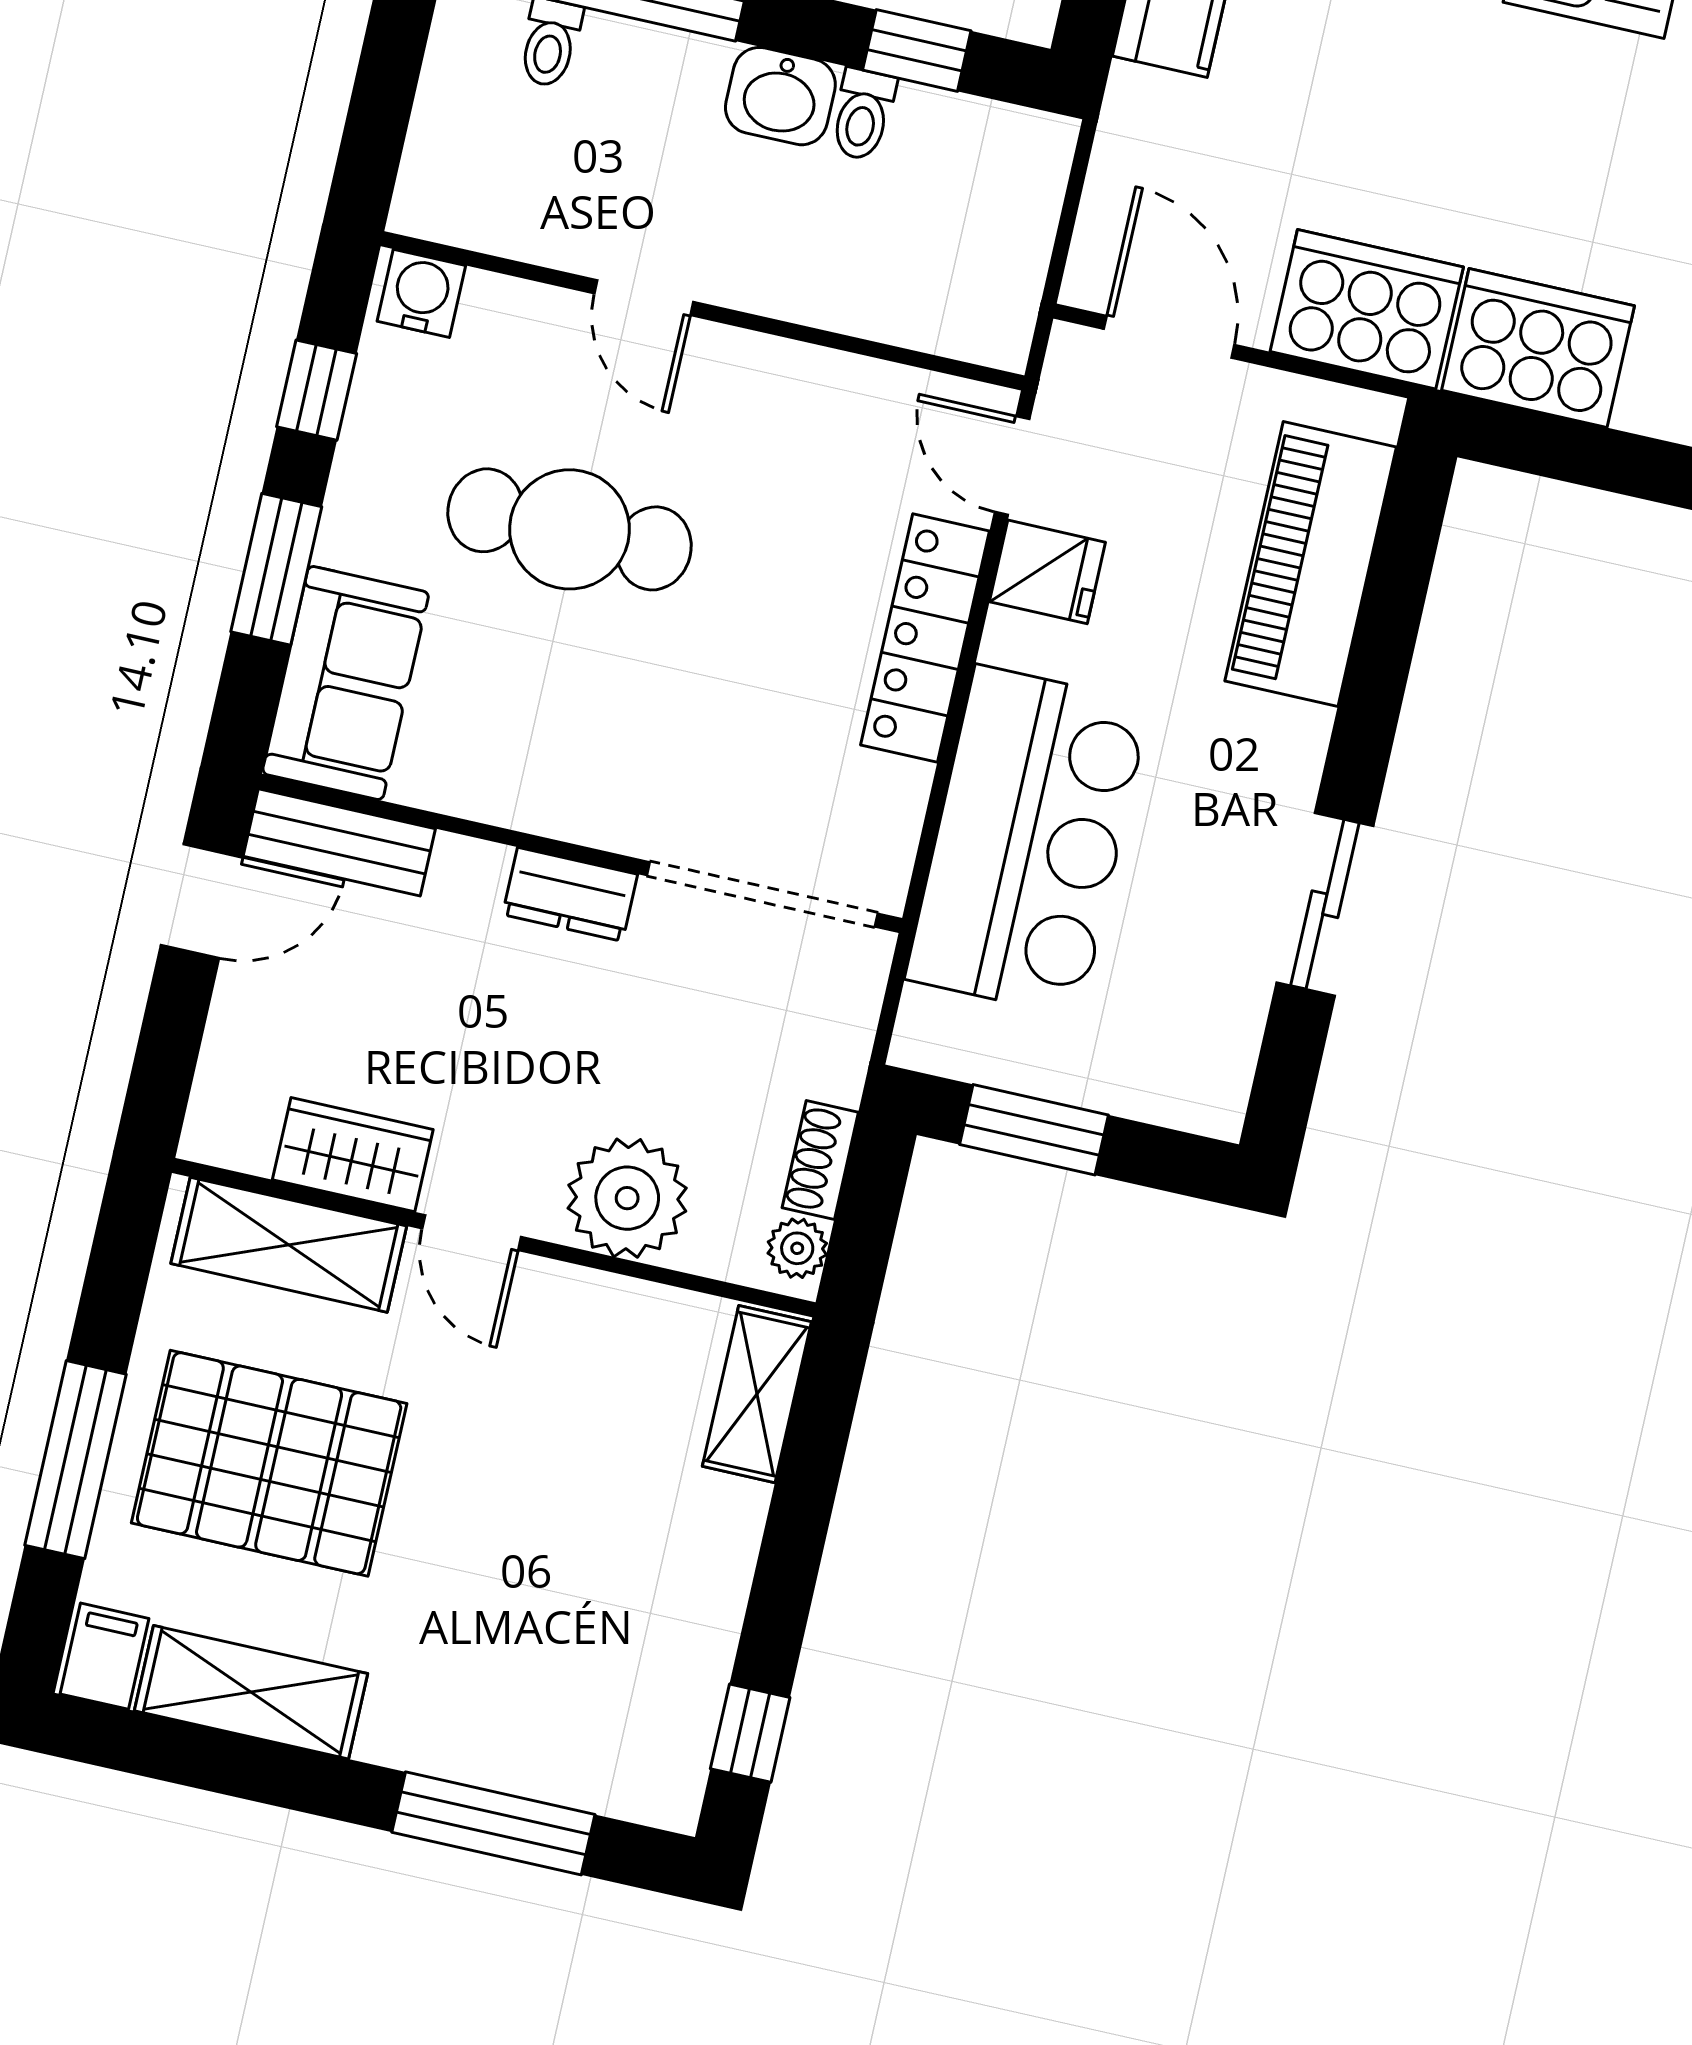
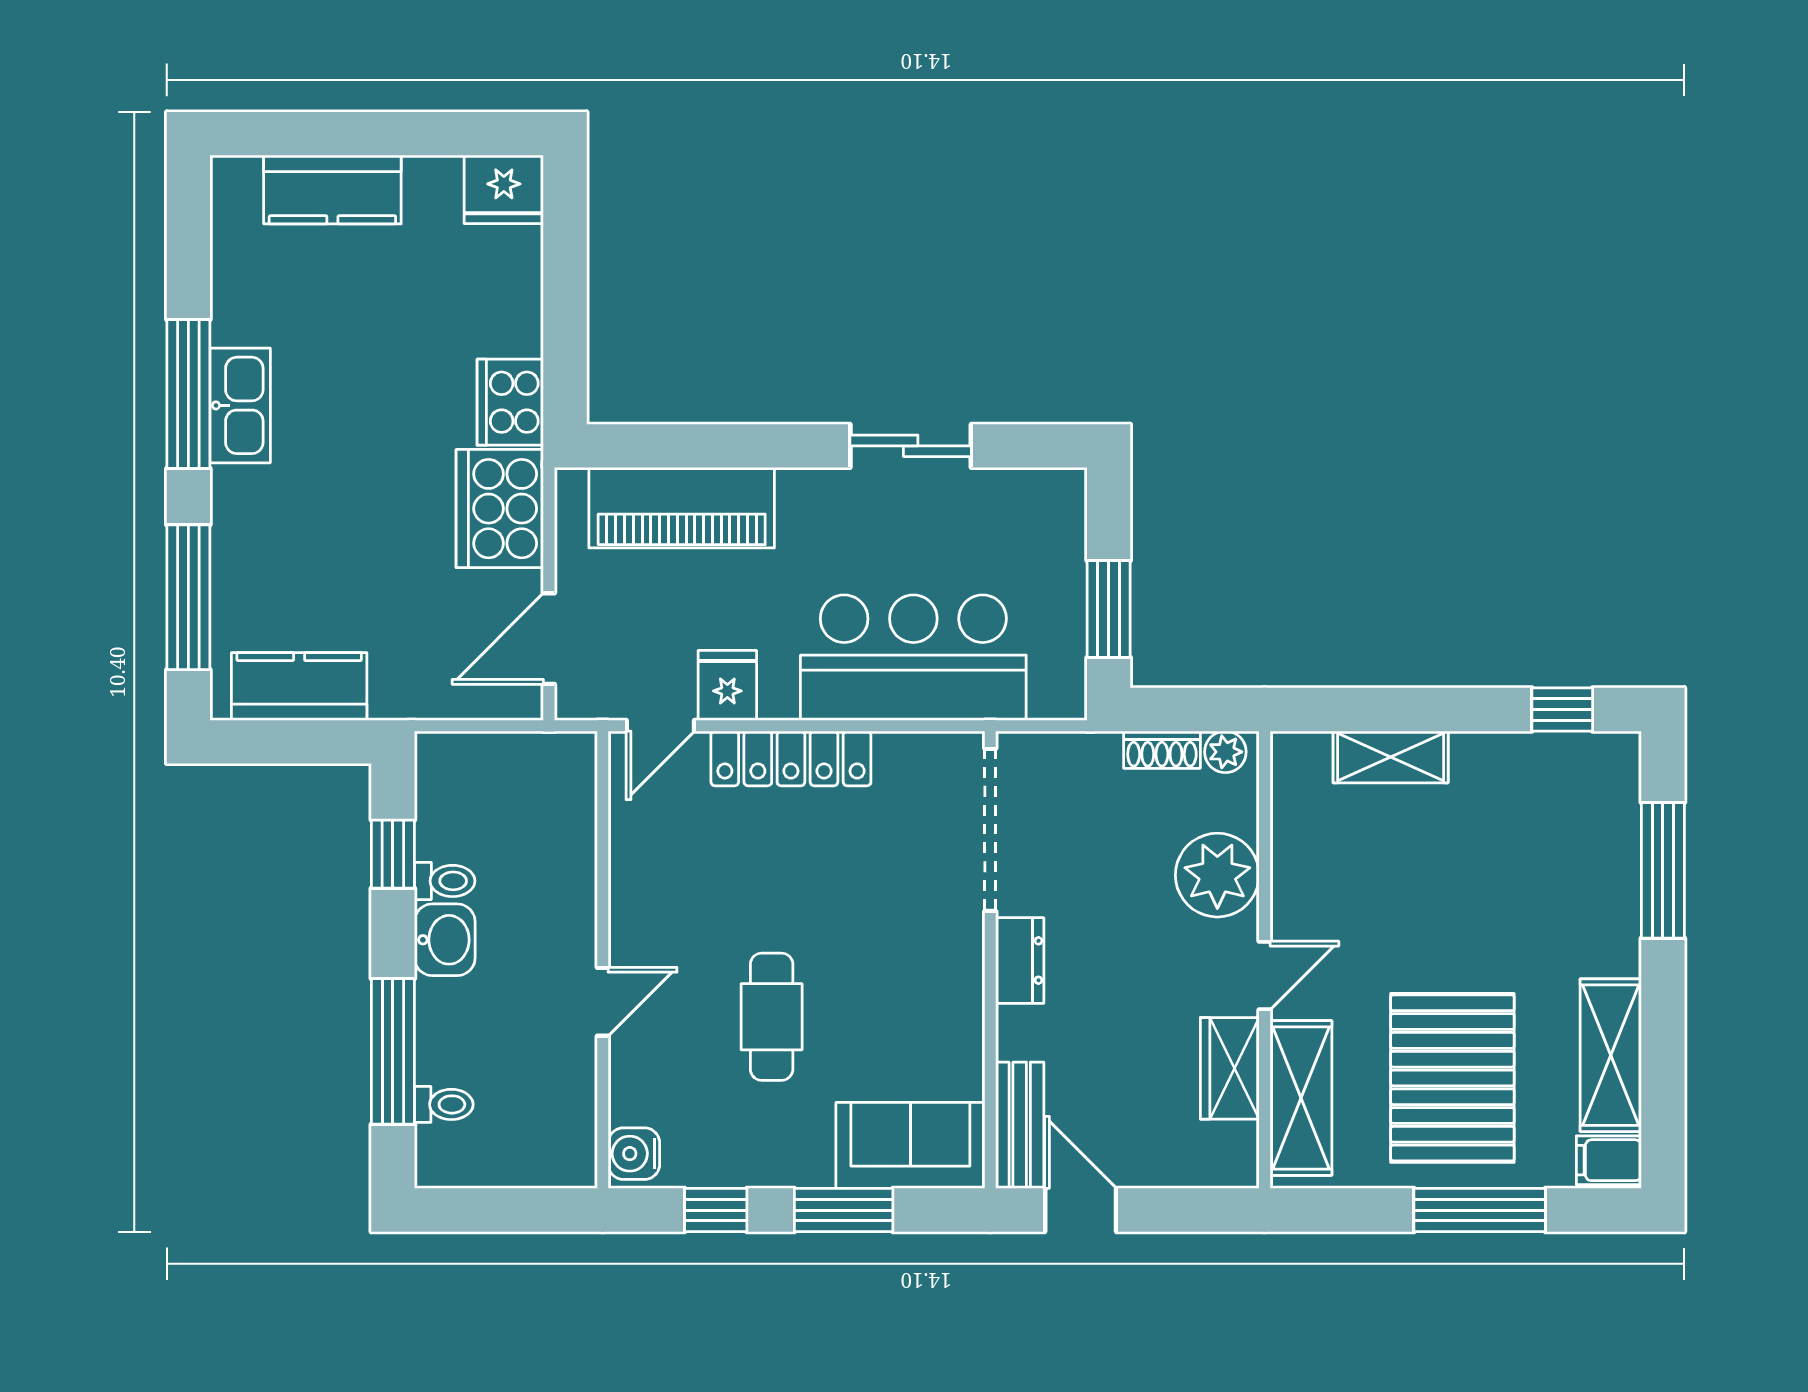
cooker: (1538, 348) -> (510, 402), width x0.73, depth x0.76
cafe table: (570, 529) -> (772, 1017), width x0.73, depth x0.74
shelving: (757, 1394) -> (1391, 757), moved

